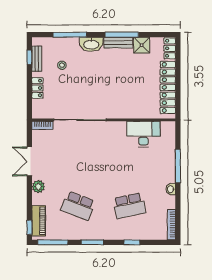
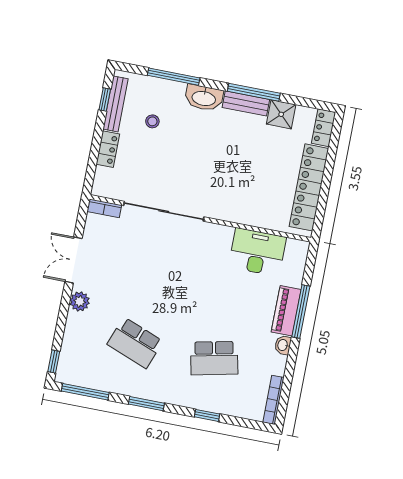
bench: (37, 59) -> (116, 104), width x1.36
piano: (39, 221) -> (286, 311), moved, turned 180

